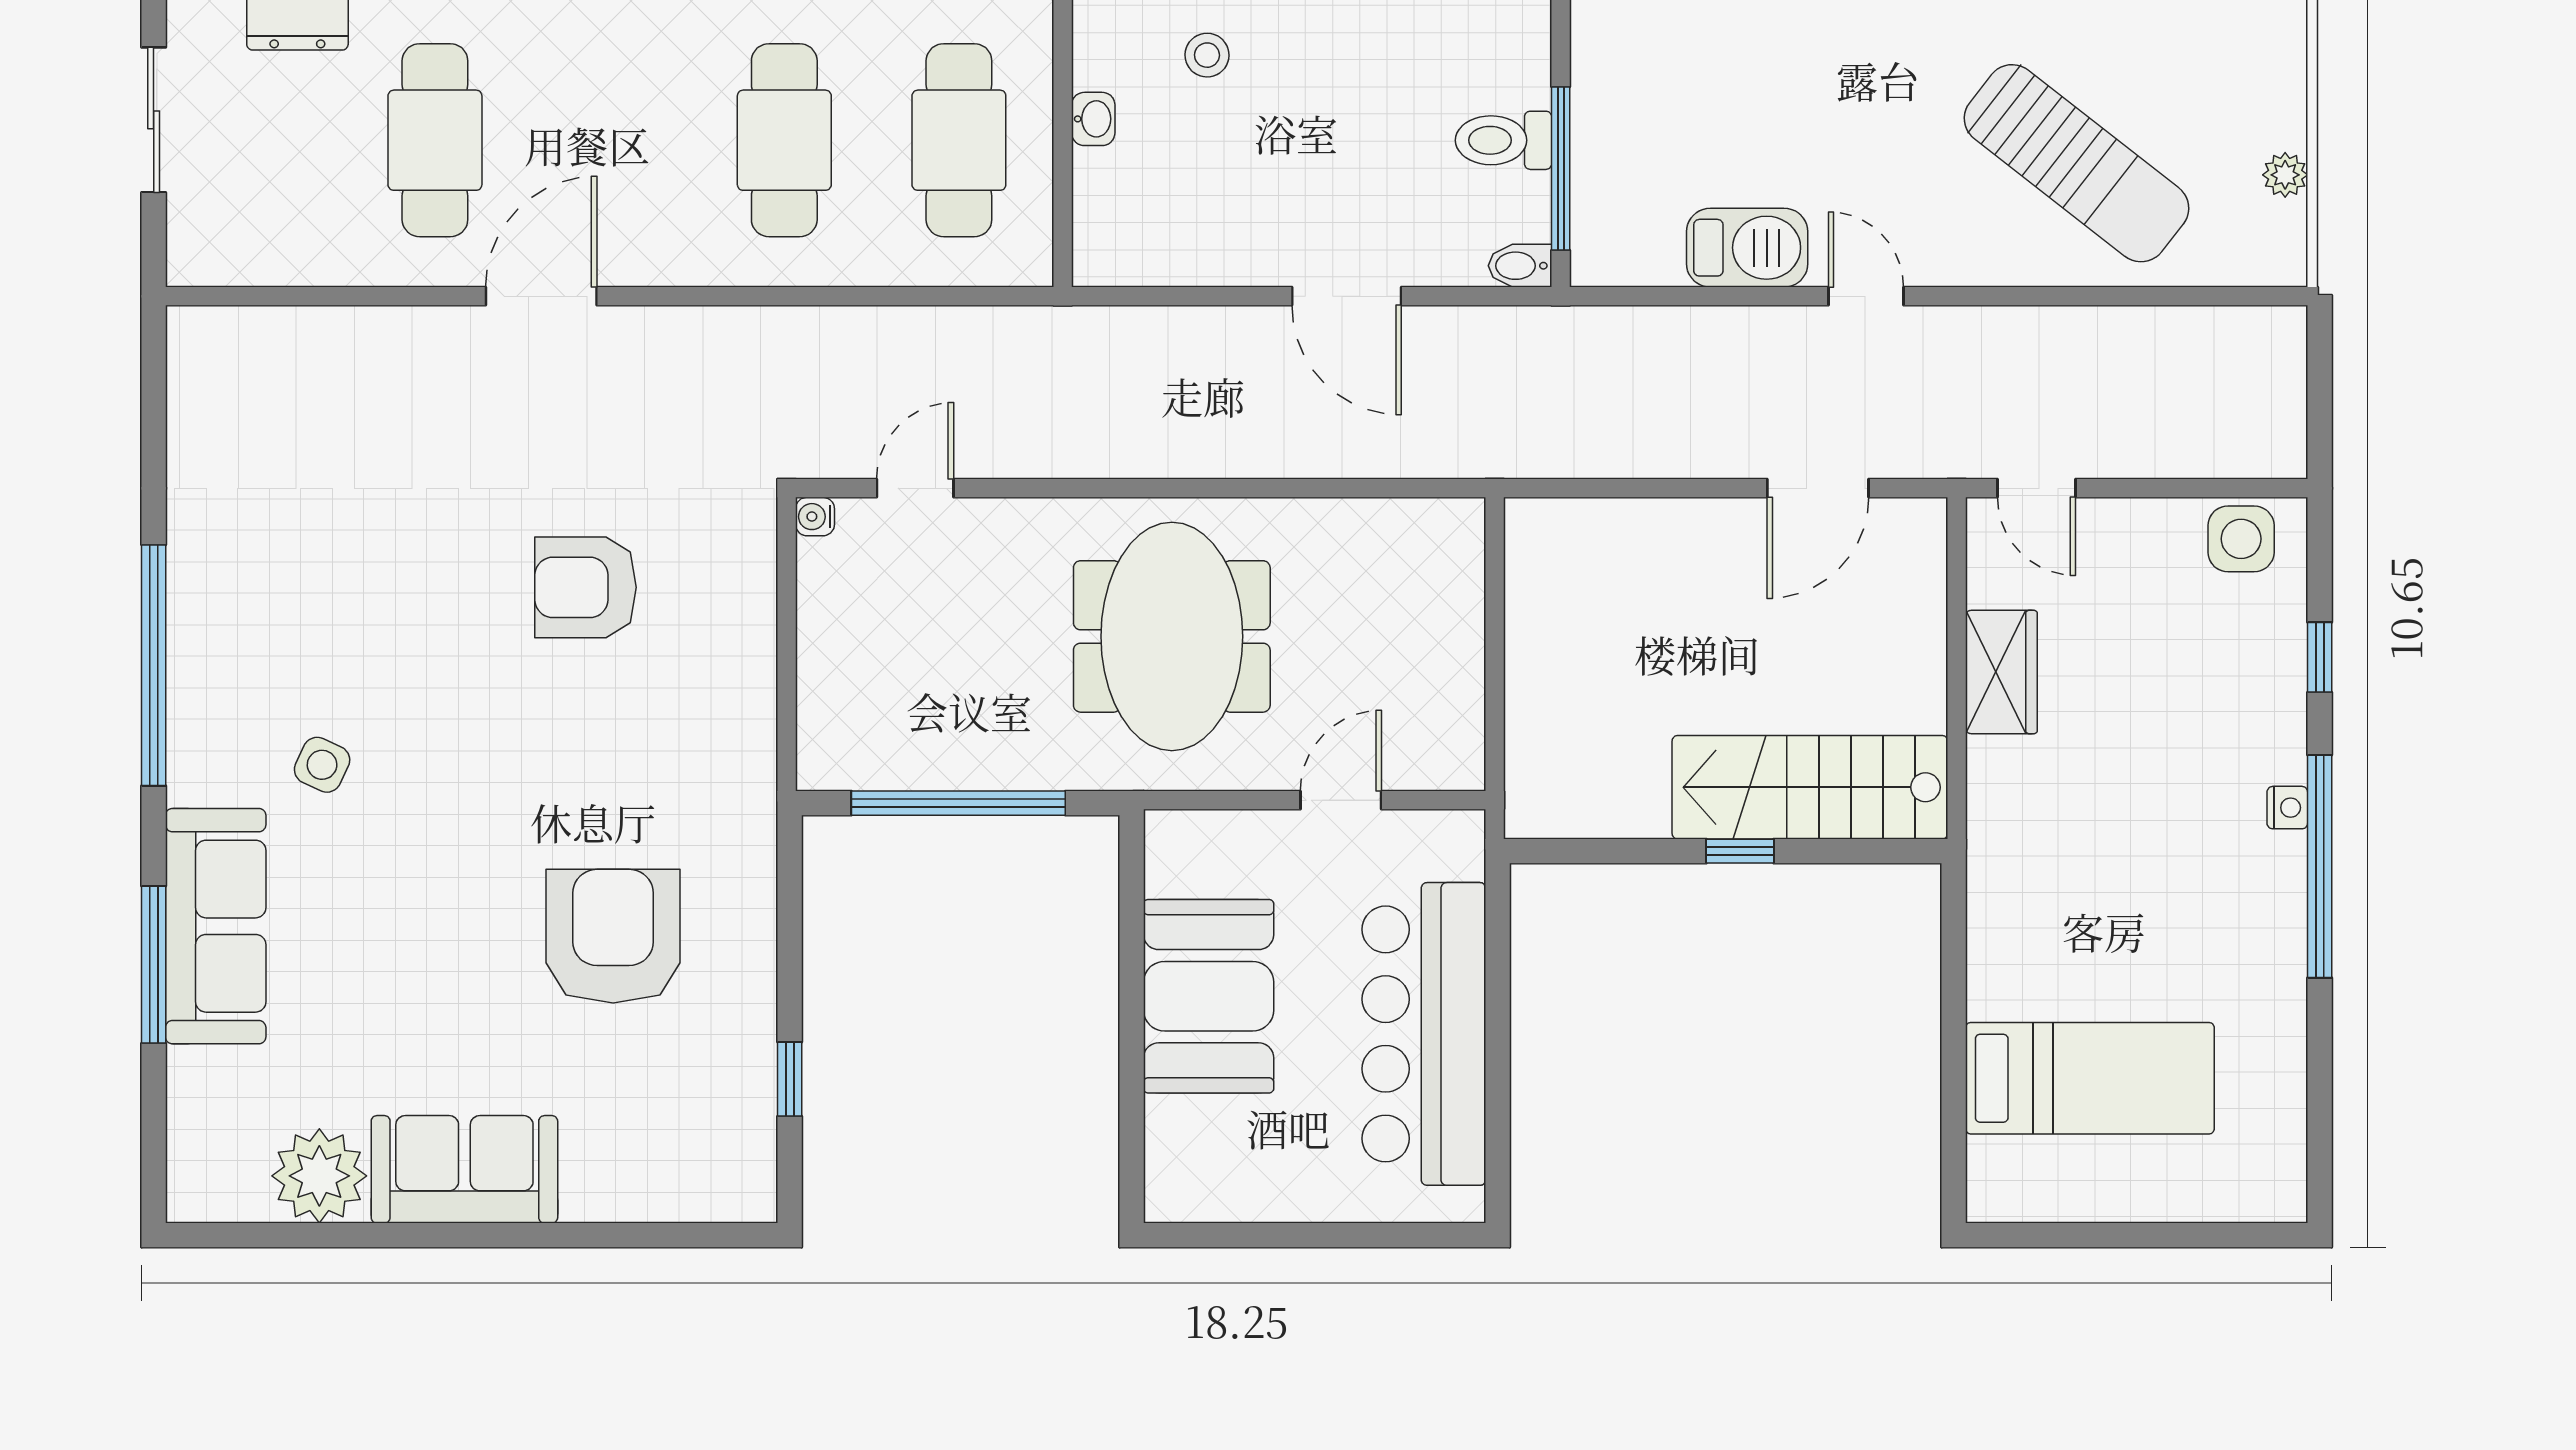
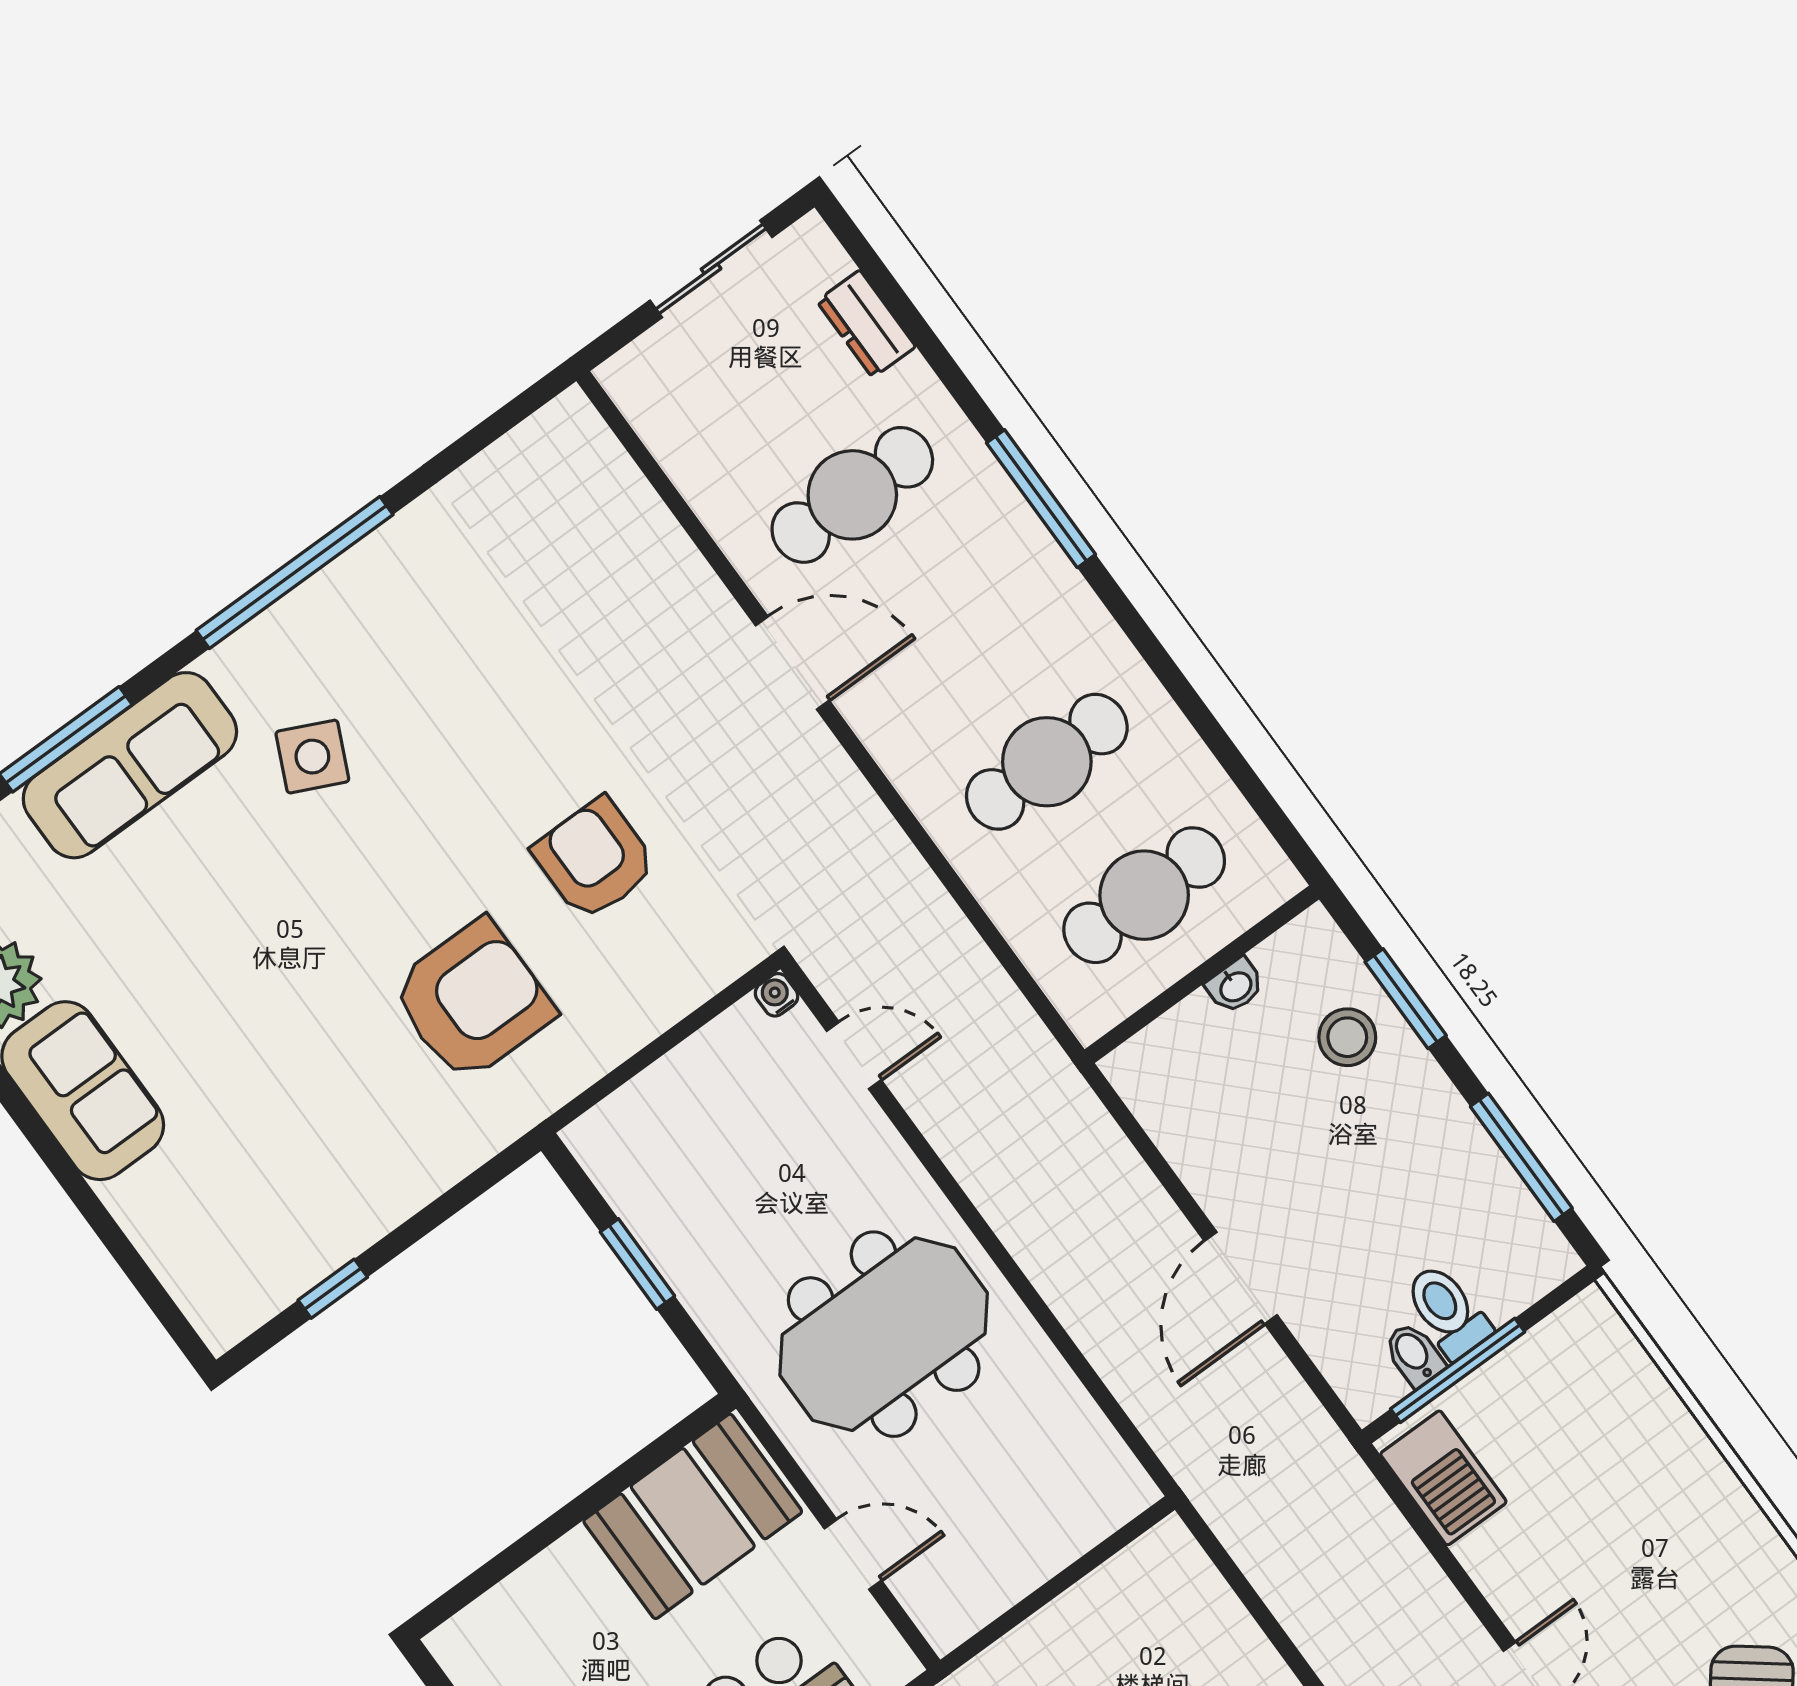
stool: (1207, 55) -> (1347, 1037), width x1.37, depth x1.37
barbecue: (1747, 248) -> (1443, 1478), moved
bidet: (1520, 266) -> (1414, 1355), moved
side table: (322, 765) -> (312, 757), width x1.37, depth x1.37
window: (958, 803) -> (637, 1264), width x0.47
armchair: (613, 936) -> (472, 1001), moved
booth: (1209, 996) -> (693, 1516), moved

